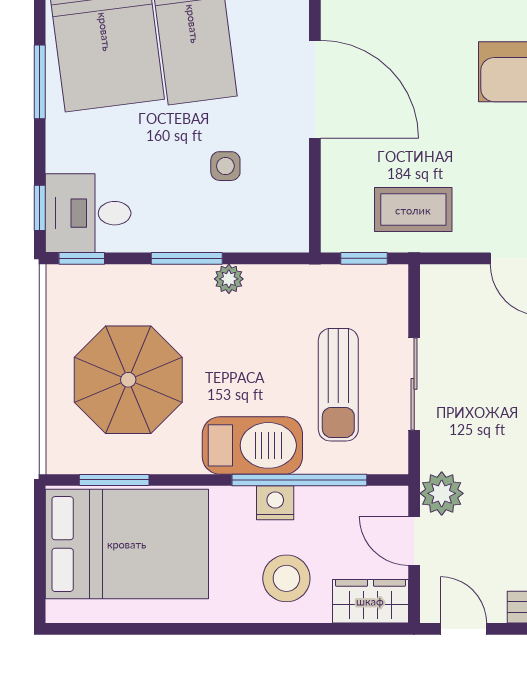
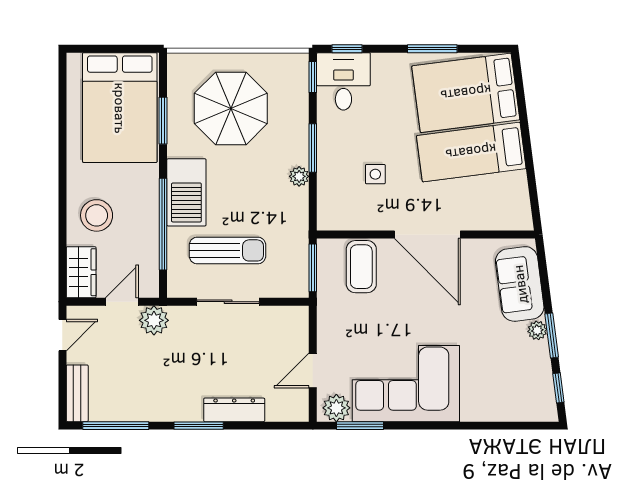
door: (315, 89) -> (427, 235), hinge flipped
coffee table: (413, 210) -> (361, 267), moved
window: (364, 258) -> (313, 268), width x1.50
sun lounger: (338, 385) -> (227, 250), turned 180
window: (114, 480) -> (163, 121), moved
nightstand: (275, 503) -> (148, 208), removed

